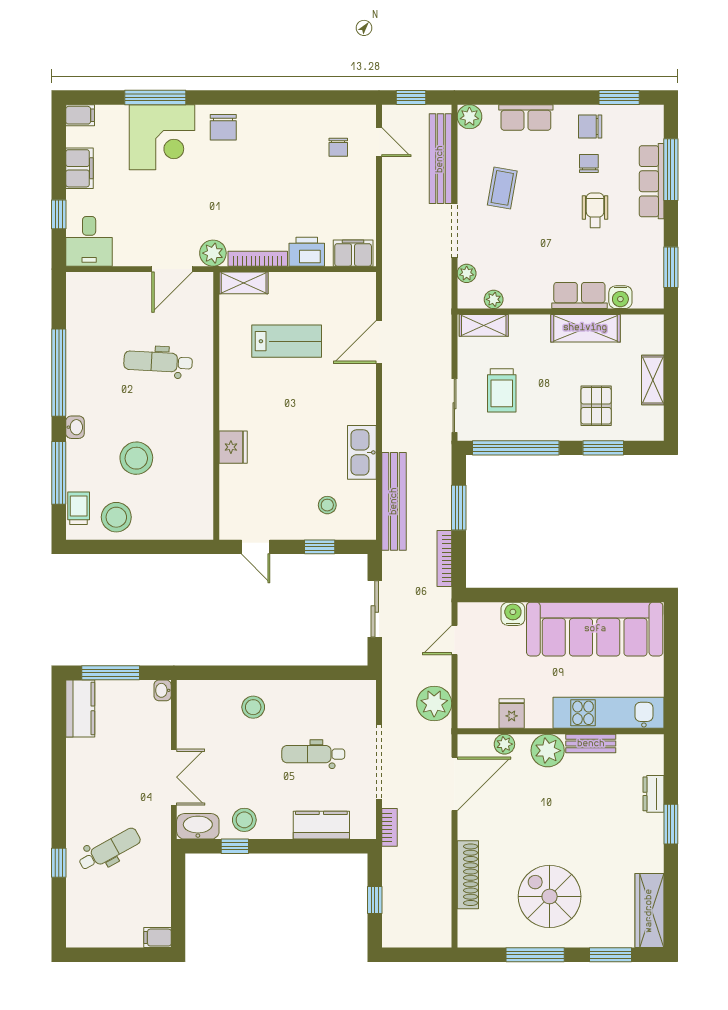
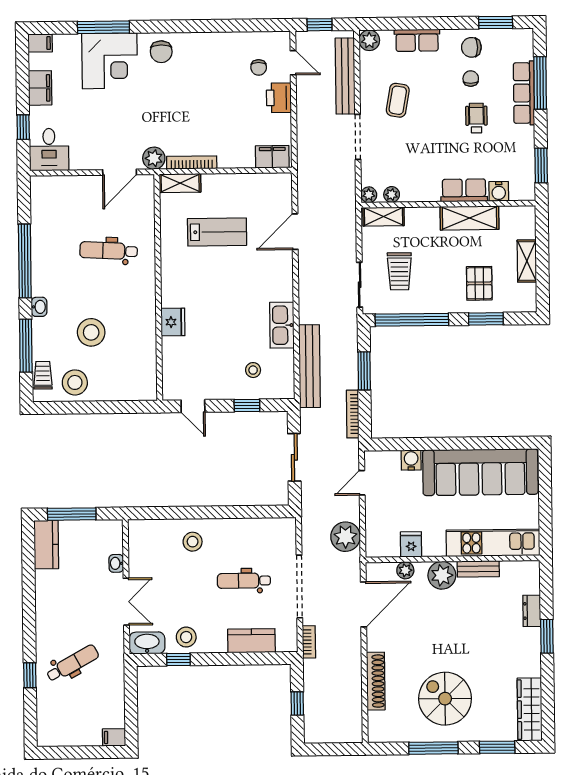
printer: (307, 252) -> (279, 98), moved, turned -90
plant: (467, 273) -> (369, 195), moved
washbasin: (163, 690) -> (116, 563), moved

